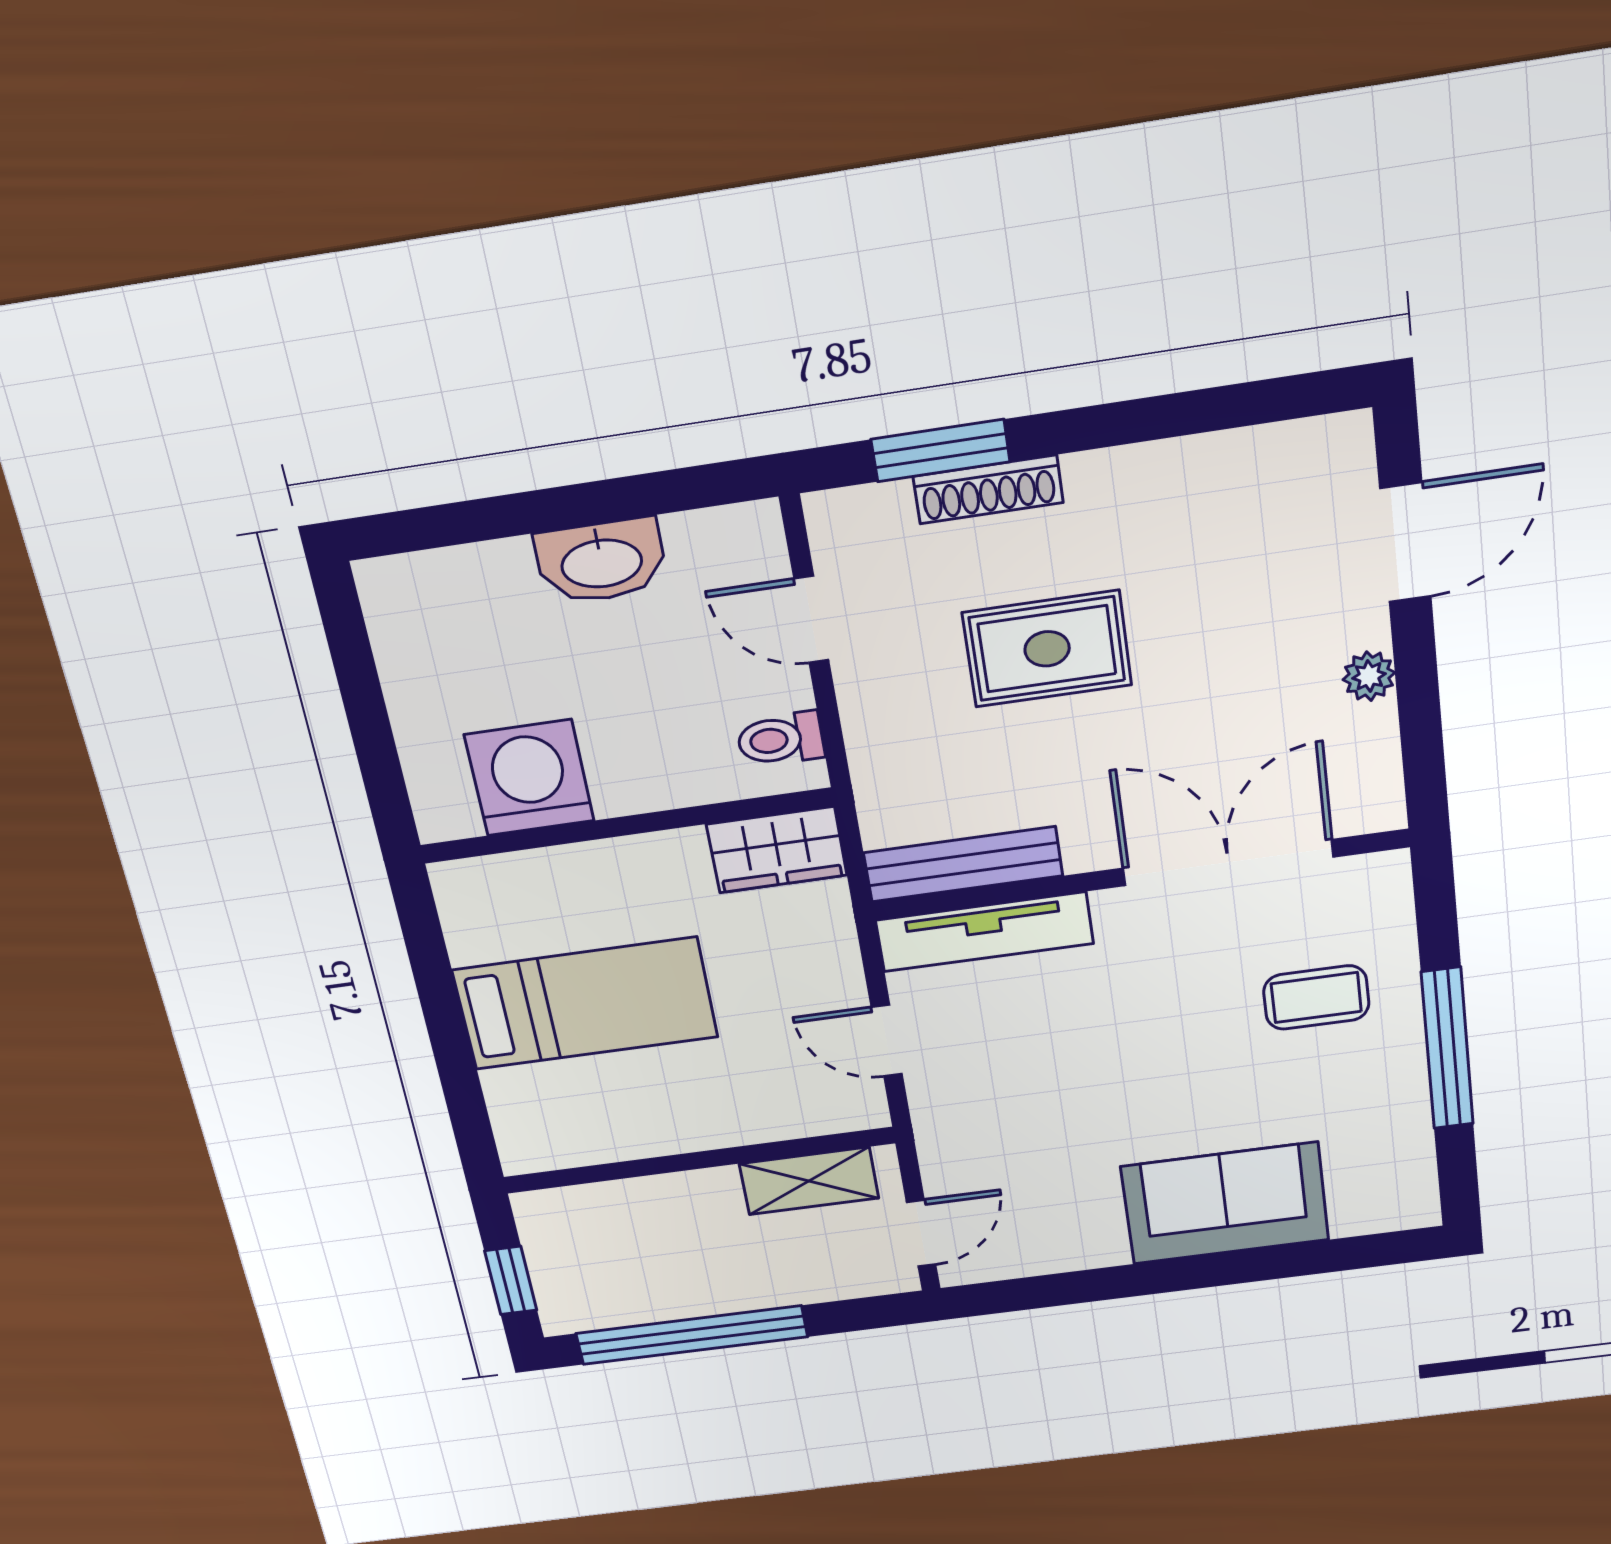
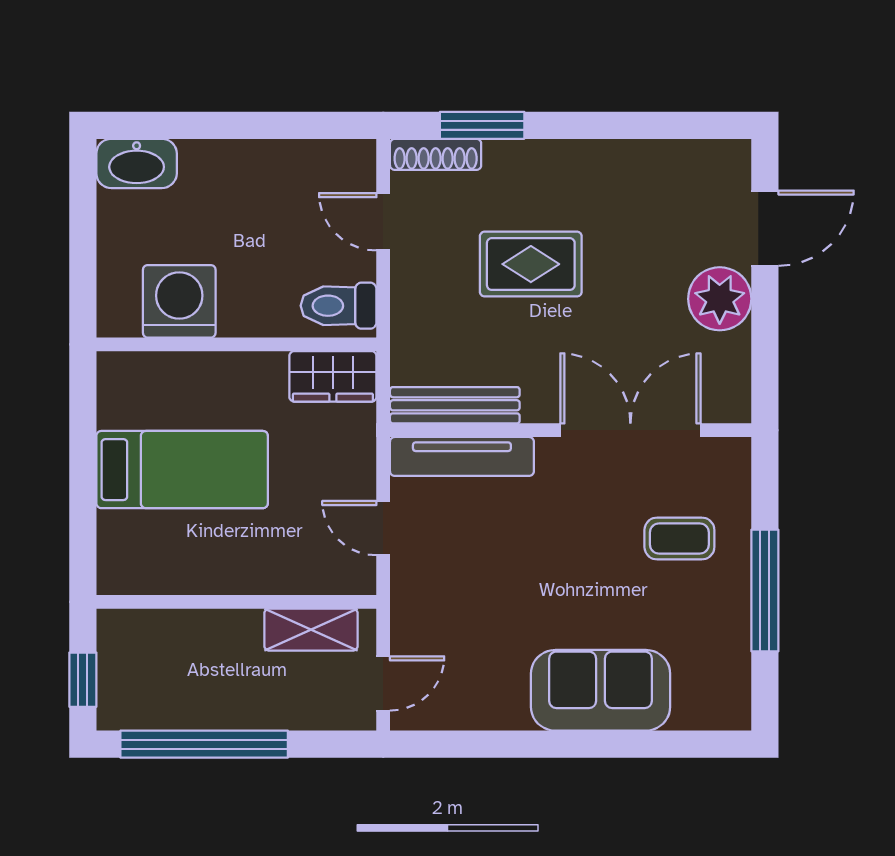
shoe rack: (988, 489) -> (436, 154), moved
washbasin: (601, 561) -> (137, 163), moved
plant: (1369, 676) -> (720, 299), width x1.87, depth x1.87
toilet: (780, 739) -> (339, 306), width x1.37, depth x1.39

